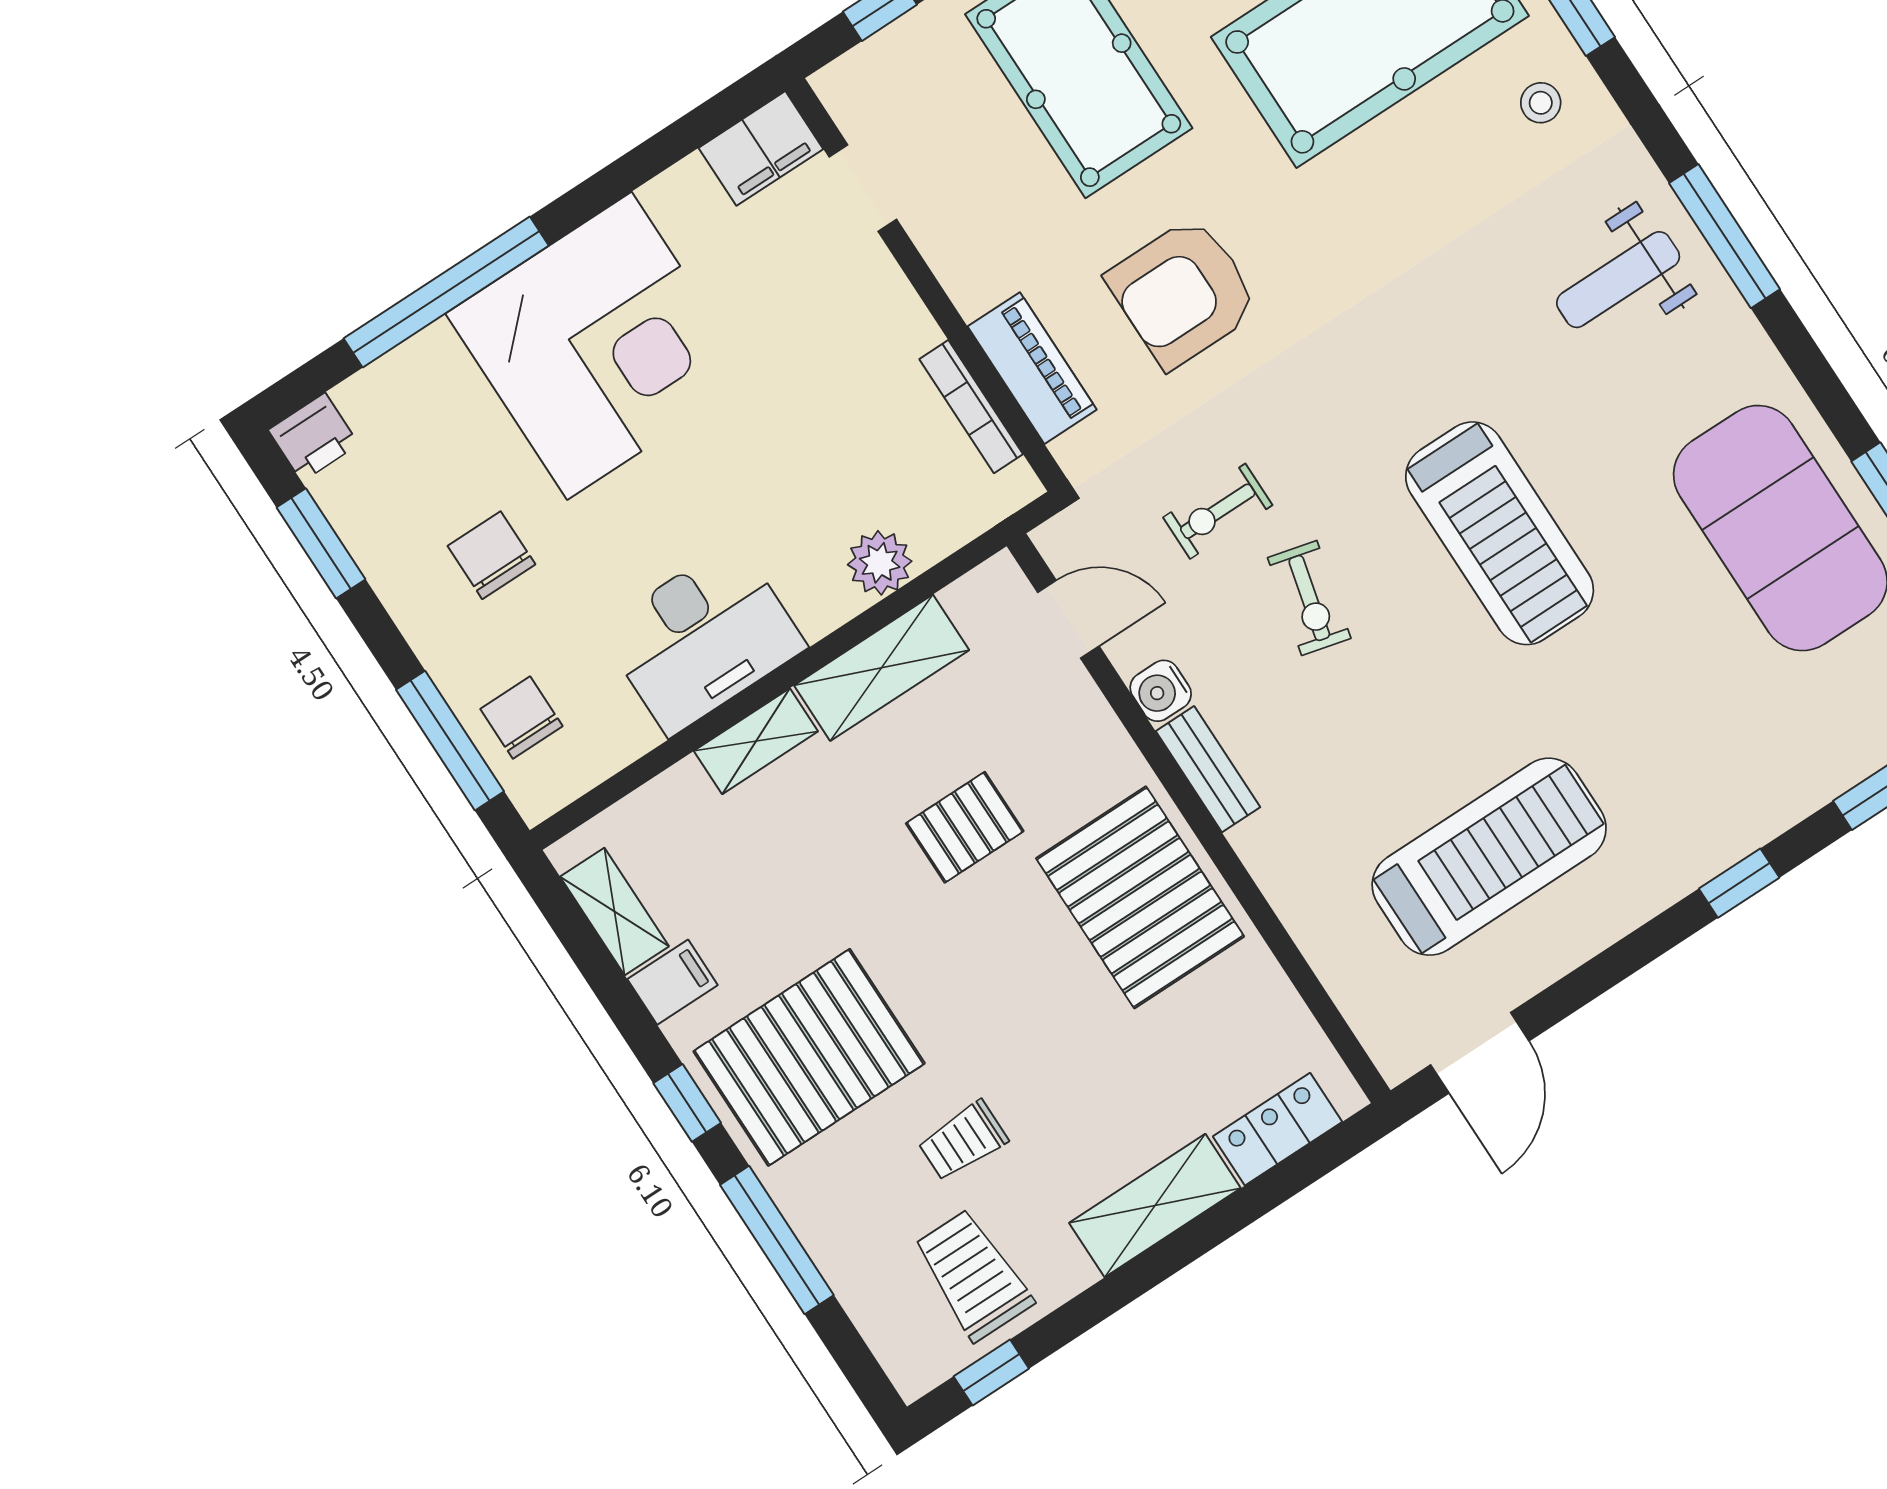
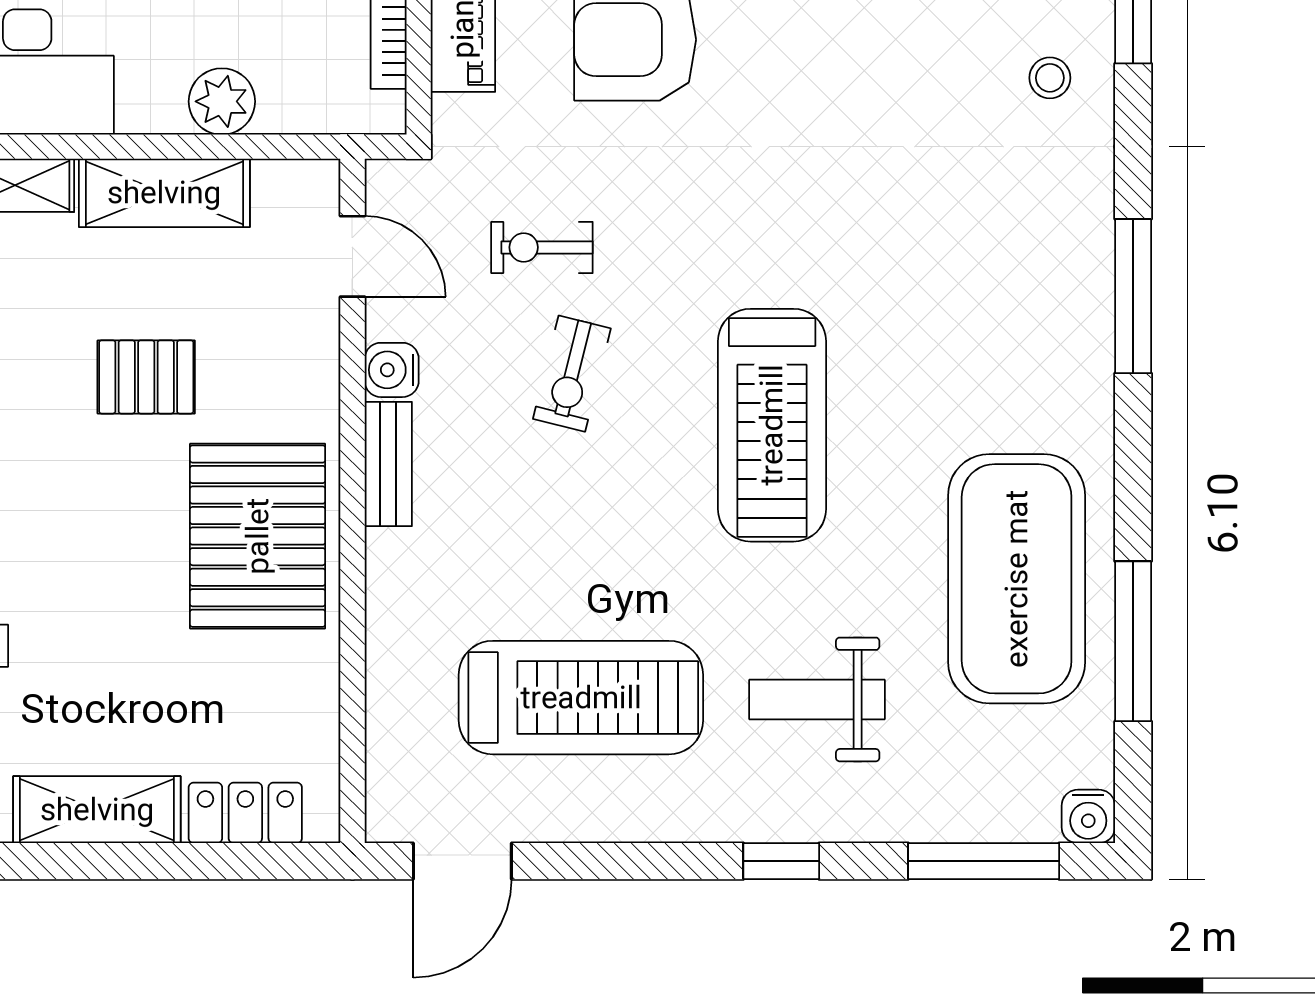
weight bench: (1618, 280) -> (817, 699), moved

